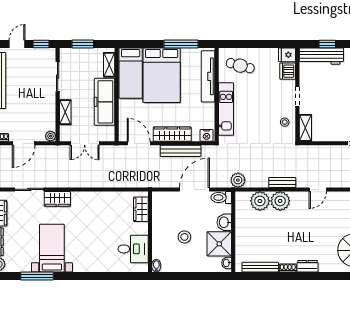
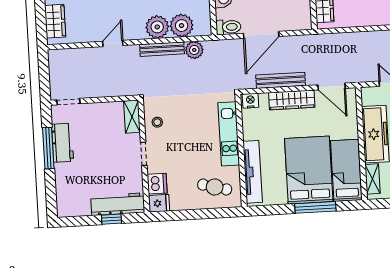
window: (181, 44) -> (315, 207), moved
plant: (238, 180) -> (194, 50), moved
bench: (282, 182) -> (162, 49), width x1.36

